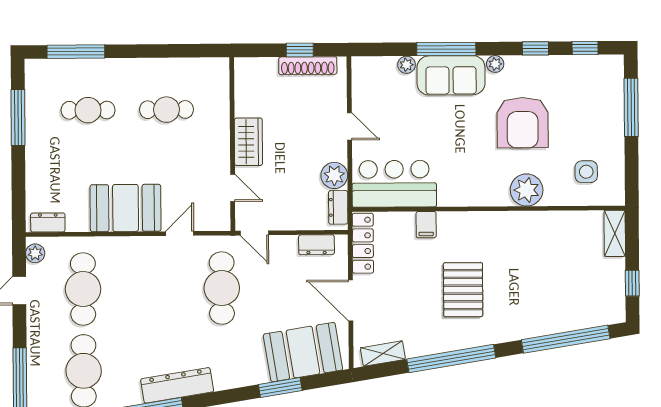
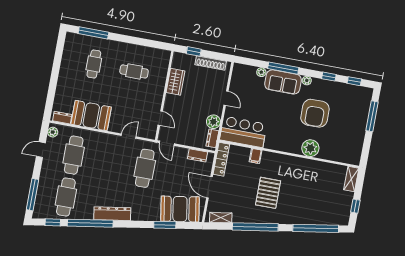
window: (300, 50) -> (194, 51), moved
cafe table: (88, 110) -> (94, 64), turned 90
window: (18, 118) -> (57, 61), removed
wardrobe: (248, 142) -> (175, 82), moved
side table: (586, 172) -> (343, 145), removed
booth: (126, 208) -> (91, 116), moved

